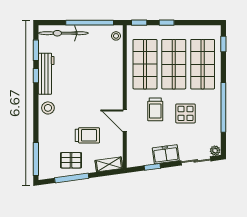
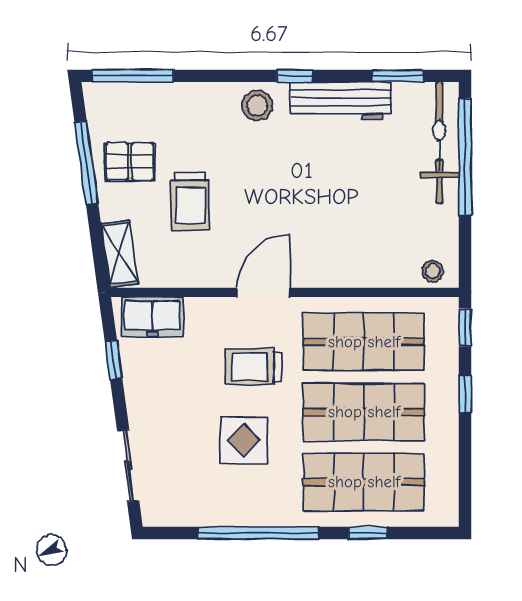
window: (90, 23) -> (465, 157), moved
window: (223, 44) -> (368, 533), moved
window: (36, 76) -> (295, 76), moved
door: (125, 121) -> (263, 292), moved
plant: (215, 151) -> (153, 513), removed
freezer: (166, 154) -> (152, 317), moved, turned 98
pallet: (71, 160) -> (130, 161), turned 90

